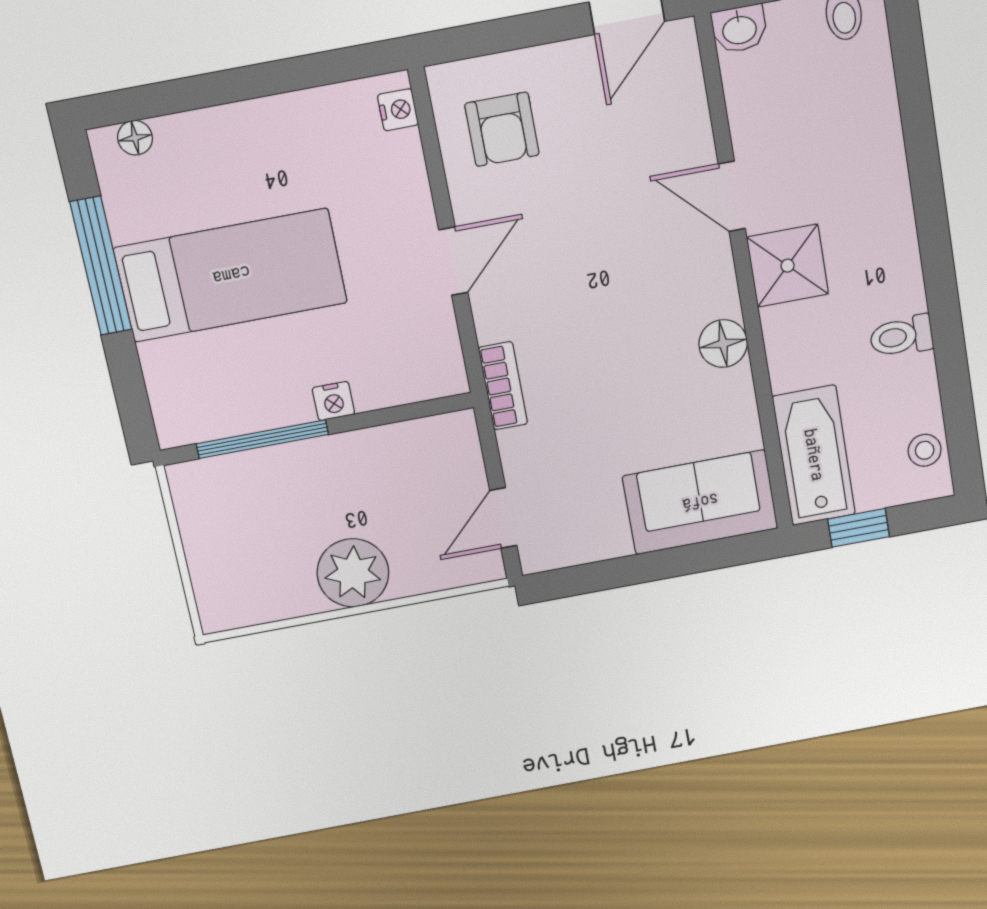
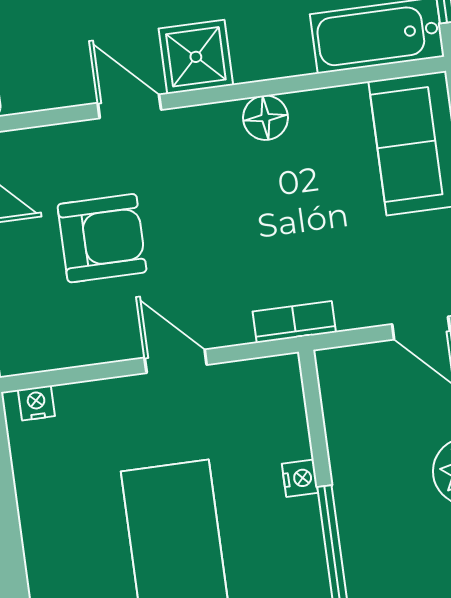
armchair: (502, 129) -> (102, 238), moved, width x1.38, depth x1.38
door: (732, 196) -> (129, 106), swing flipped

